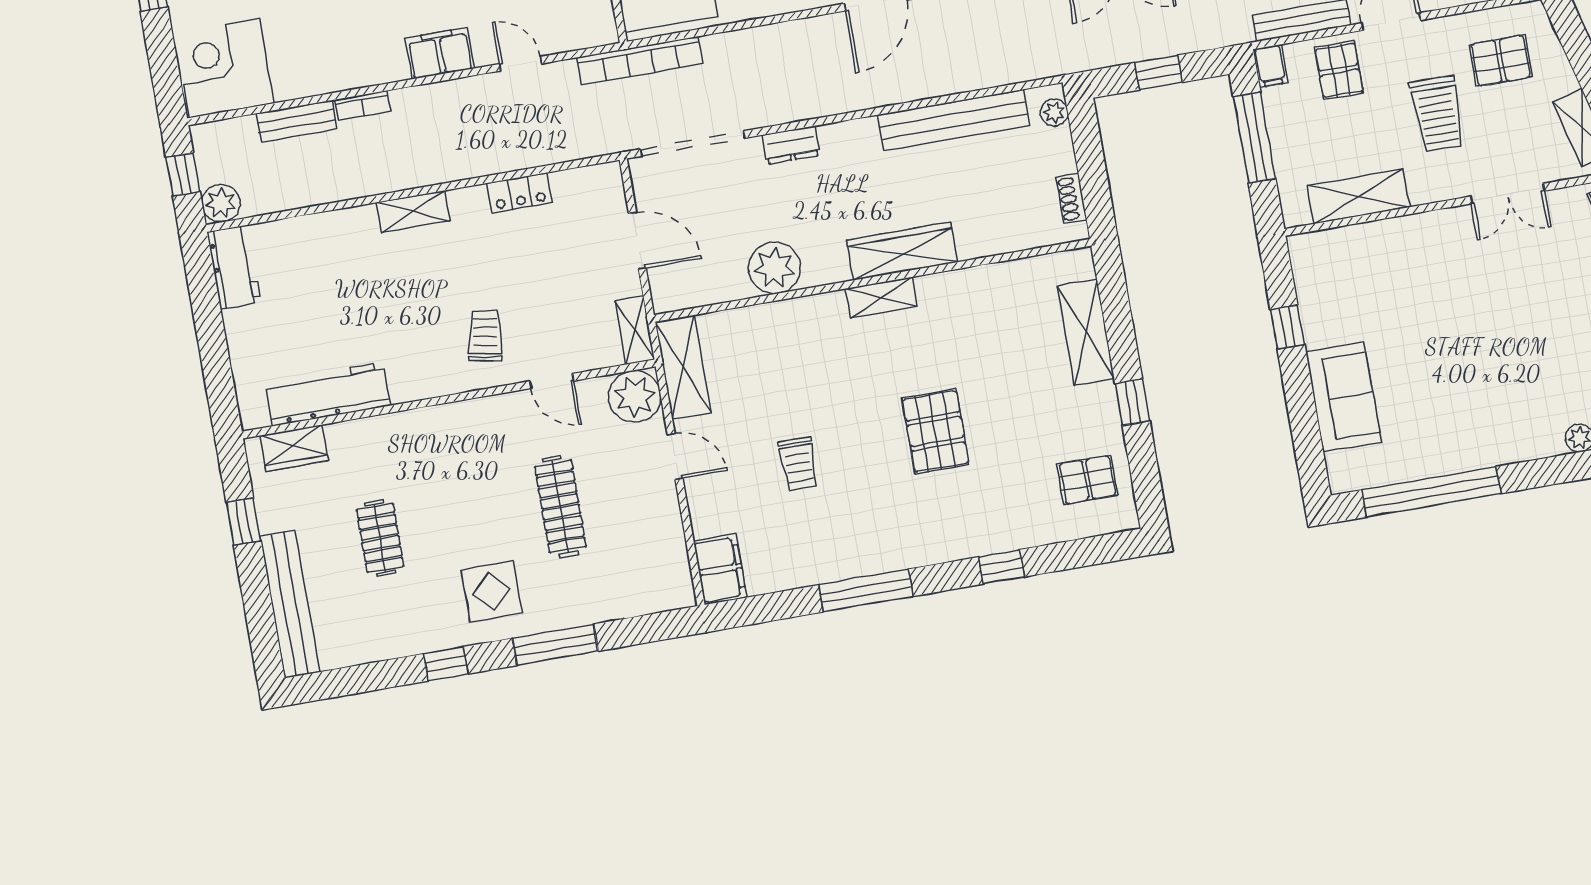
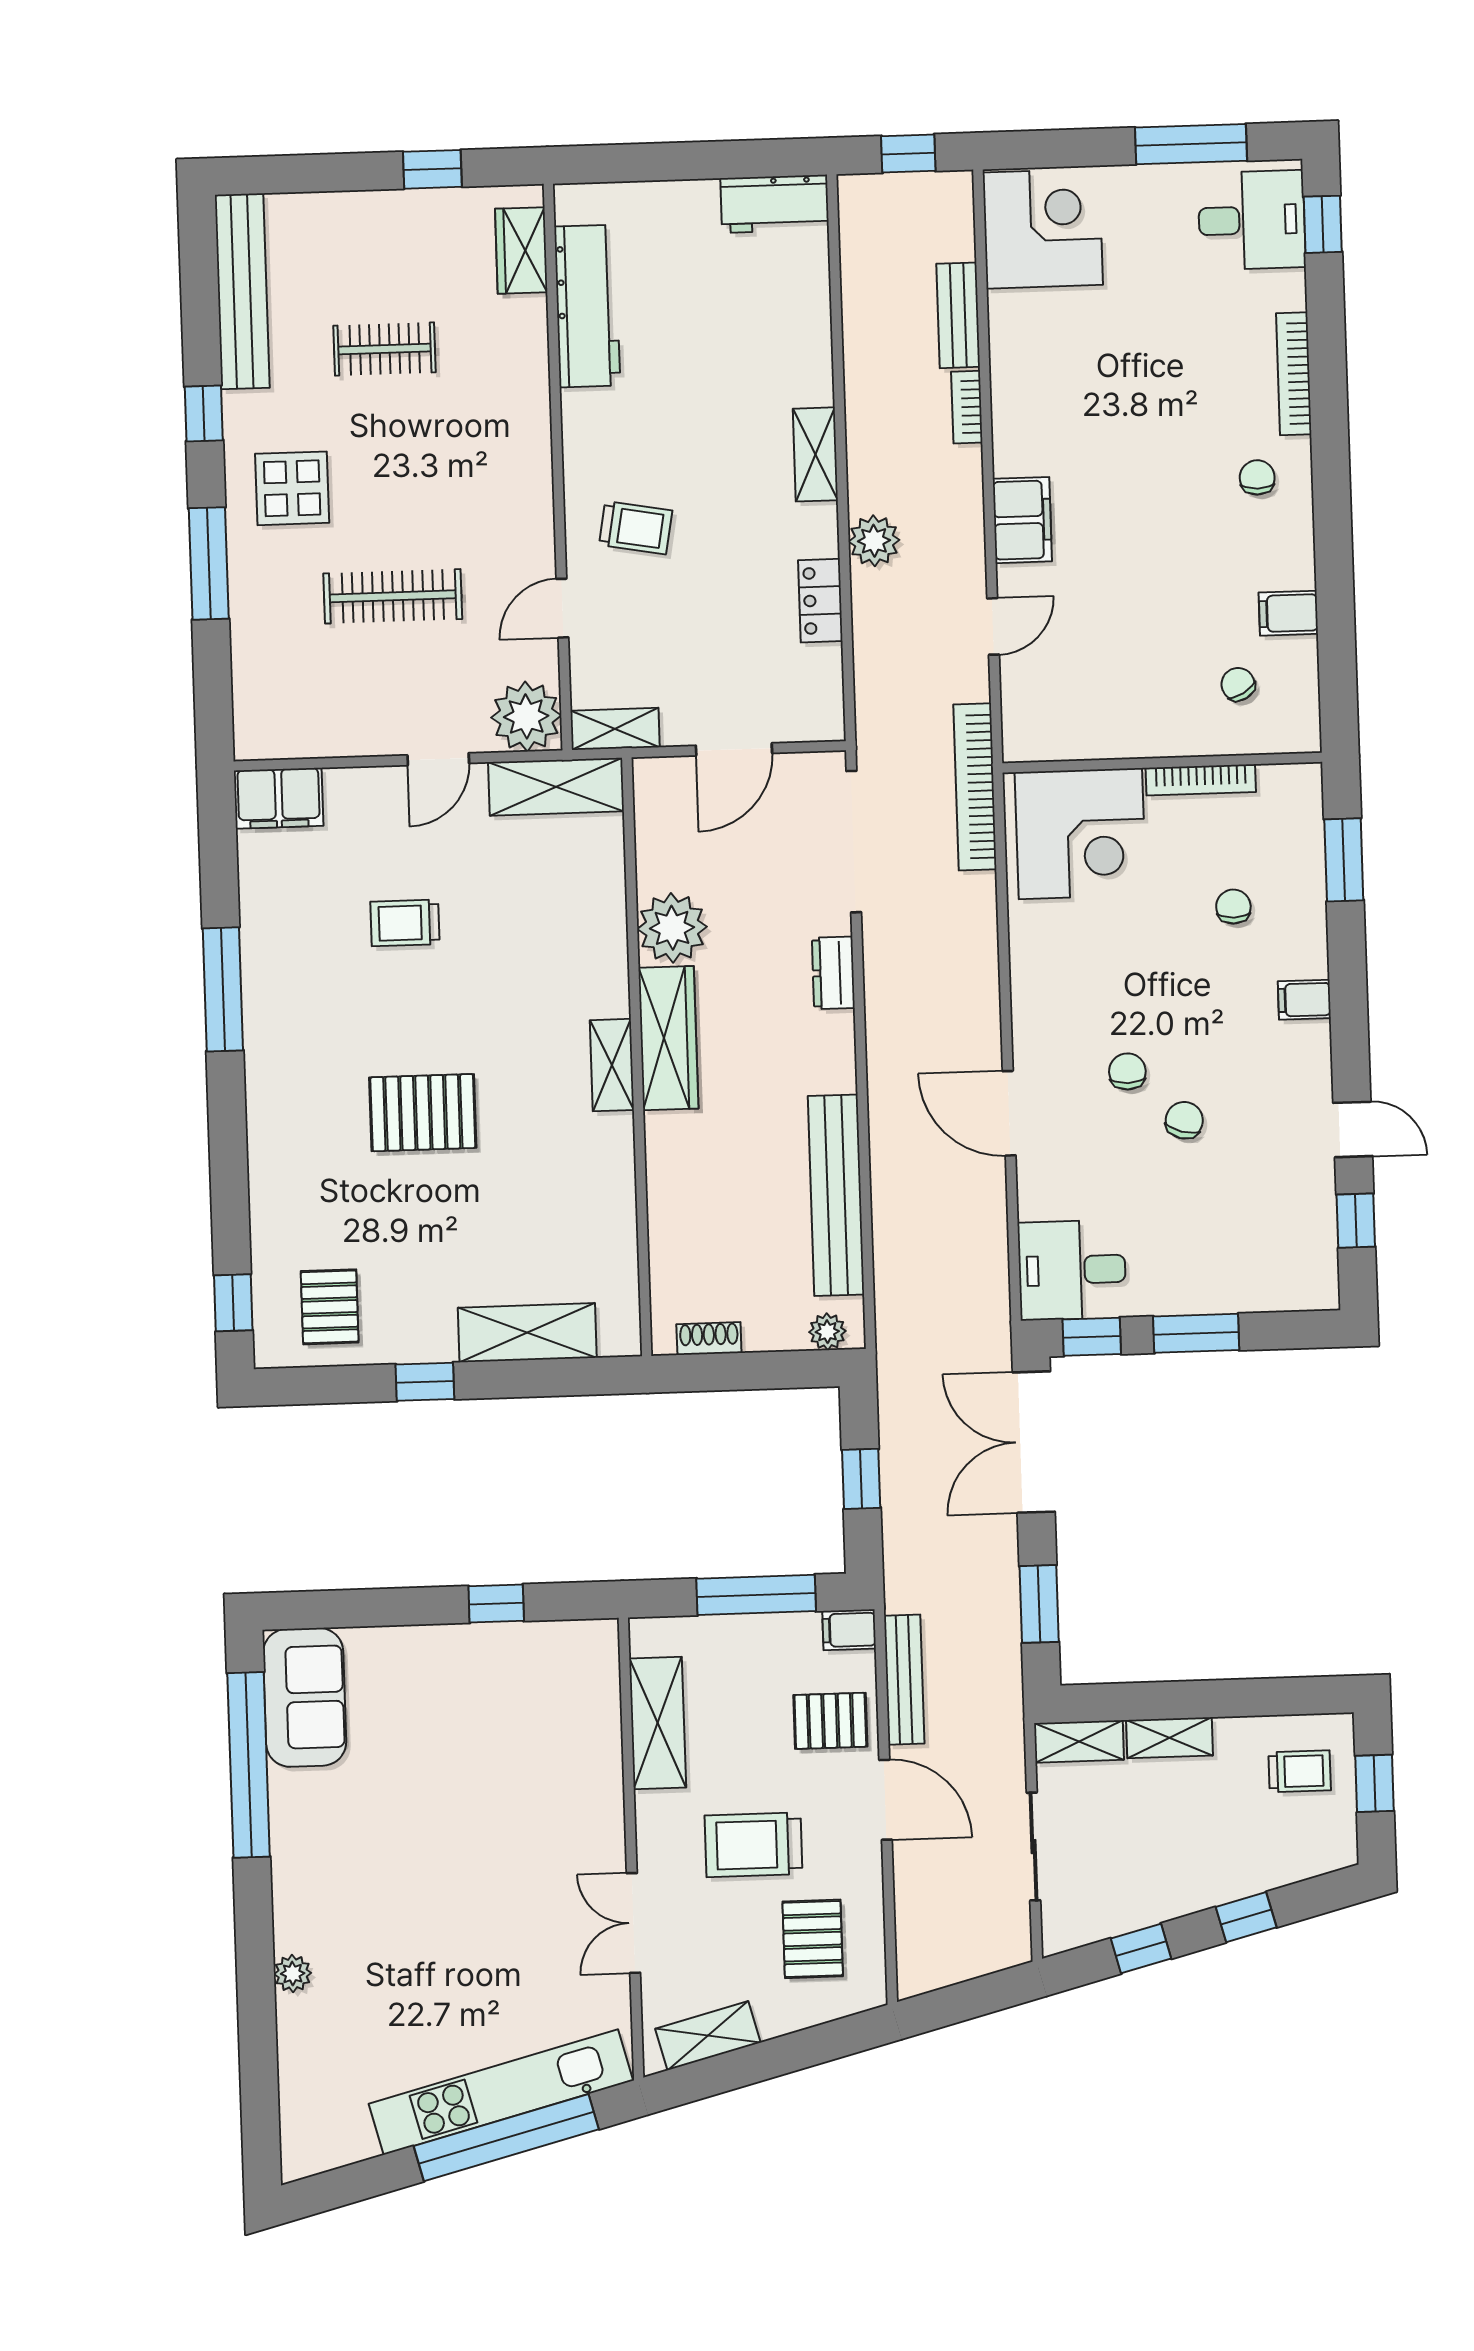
plant: (221, 203) -> (874, 541), moved
wardrobe: (902, 251) -> (668, 1038), moved
sofa: (1343, 397) -> (305, 1697), moved, turned -90
window: (1001, 567) -> (233, 1303), moved
bench: (290, 604) -> (242, 291), moved, turned 90

